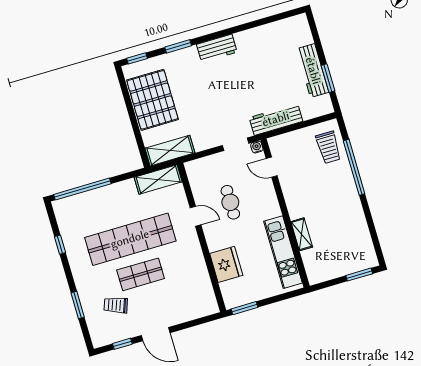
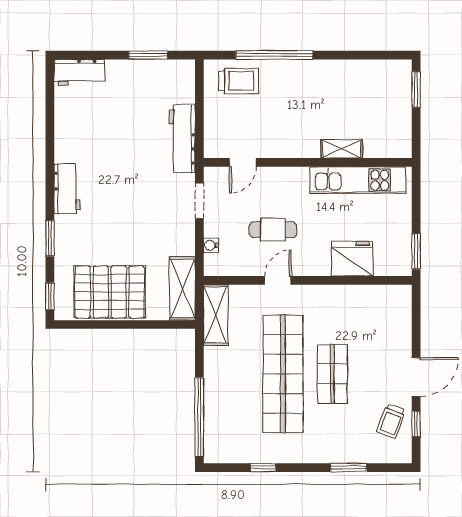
workbench: (313, 71) -> (79, 72), moved, width x0.73
water cooler: (257, 147) -> (211, 245), moved
trolley: (116, 305) -> (391, 421), moved

